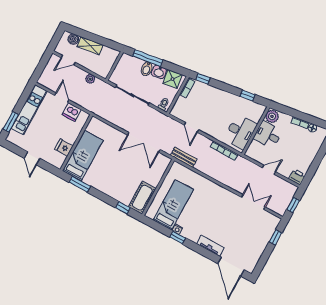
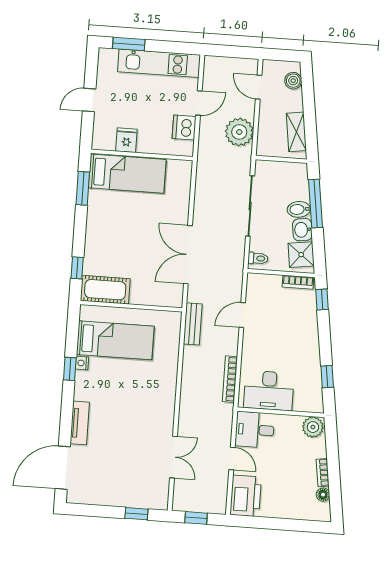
shelving: (90, 46) -> (296, 132), moved
plant: (90, 79) -> (239, 132), width x1.87, depth x1.87
desk: (268, 135) -> (255, 430), moved, turned -90
printer: (297, 177) -> (246, 496), width x1.87, depth x1.48

